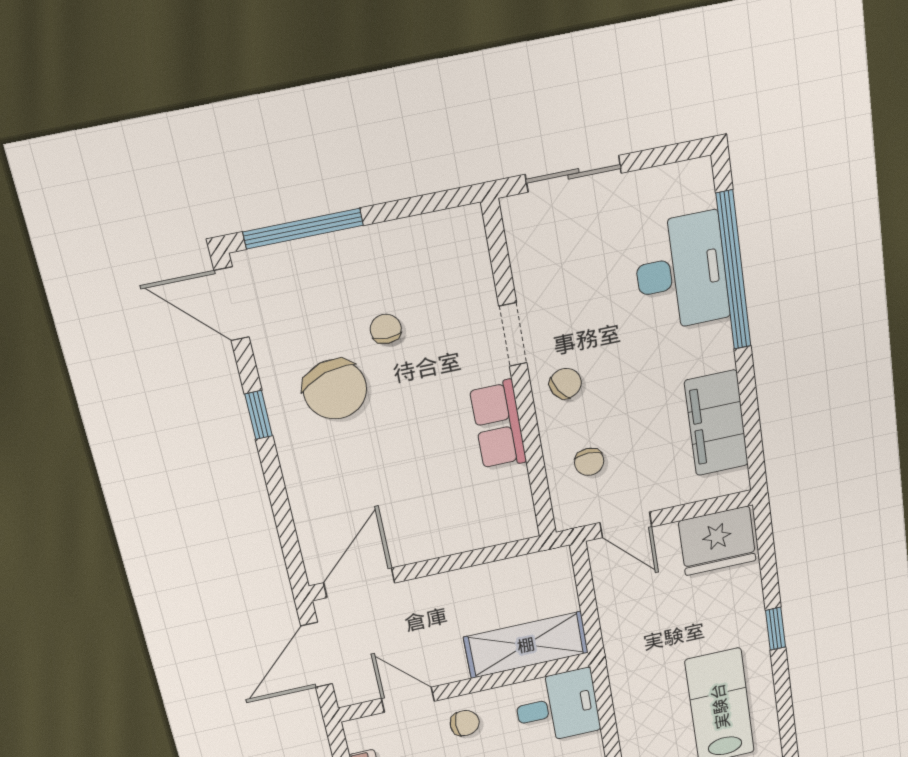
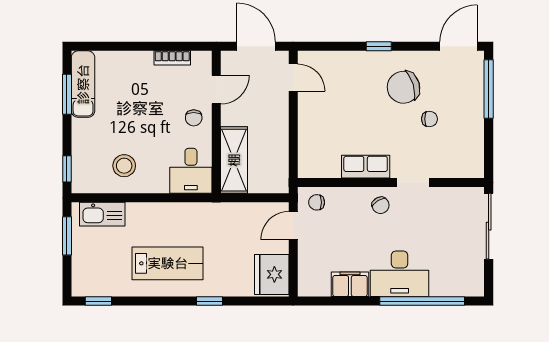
sliding door: (573, 174) -> (489, 226), width x1.37
desk: (681, 272) -> (400, 274), moved
window: (259, 415) -> (379, 46), moved
filing cabinet: (716, 423) -> (350, 284), width x0.67, depth x0.86
chair: (589, 462) -> (317, 202), moved
door: (359, 583) -> (293, 78), width x0.73

